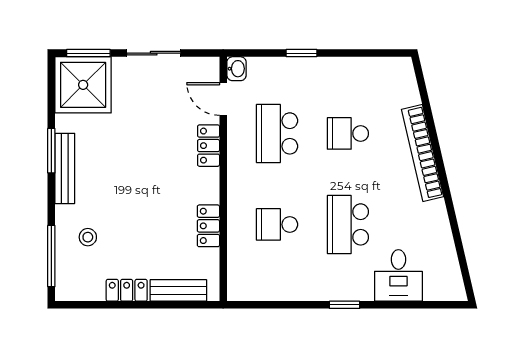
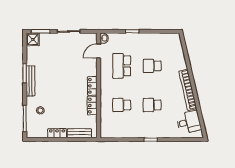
shower: (83, 85) -> (33, 39), width x0.54, depth x0.54
door: (223, 99) -> (99, 51), hinge flipped
locker: (209, 146) -> (92, 86), moved
bookcase: (423, 153) -> (188, 90), moved
school desk: (348, 224) -> (152, 105), width x0.54
desk: (398, 275) -> (189, 122), moved, turned -103

